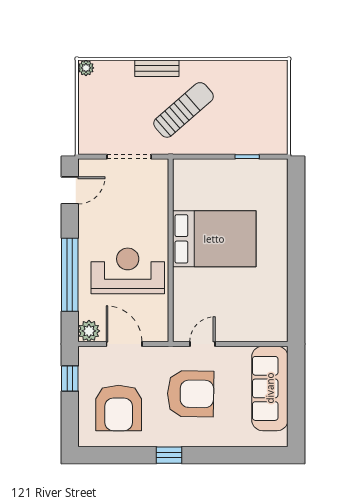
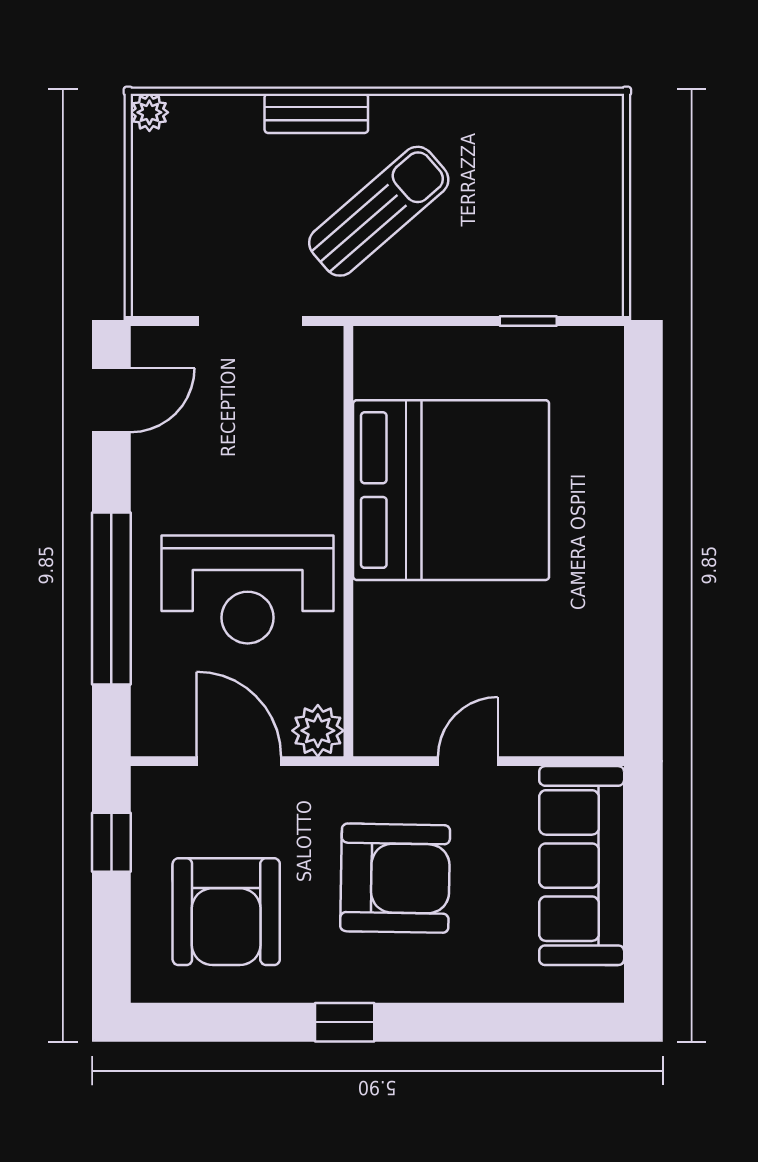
bed: (214, 239) -> (451, 490), width x1.36
reception desk: (128, 271) -> (248, 589), turned 180
plant: (89, 331) -> (318, 731), moved
door: (202, 344) -> (468, 761), moved

